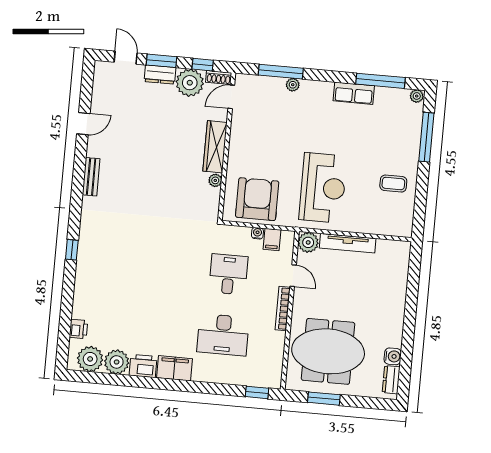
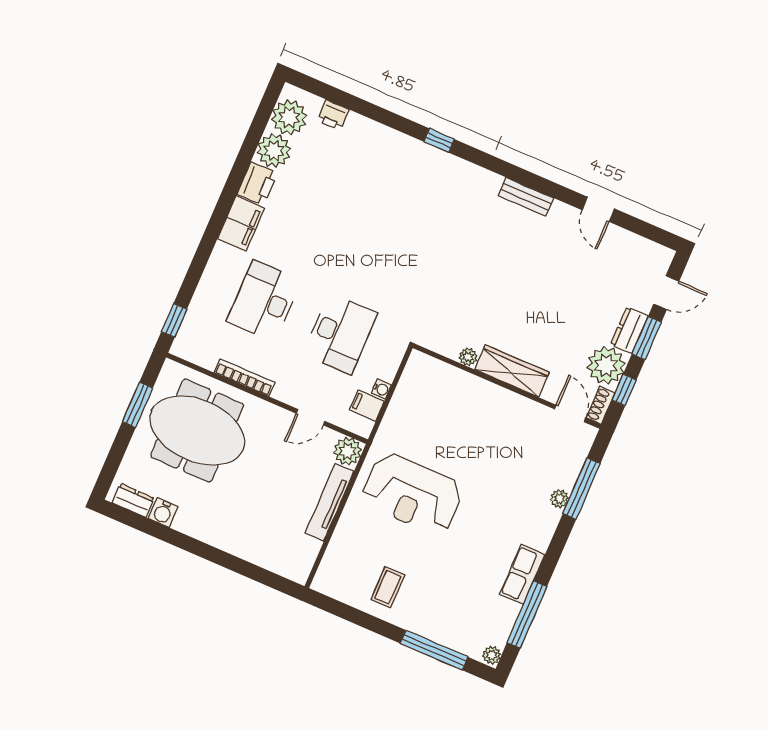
armchair: (257, 199) -> (426, 403), removed
desk: (228, 274) -> (340, 334), width x1.37
bookcase: (283, 309) -> (244, 378), moved
meeting table: (328, 351) -> (197, 431), turned 90

